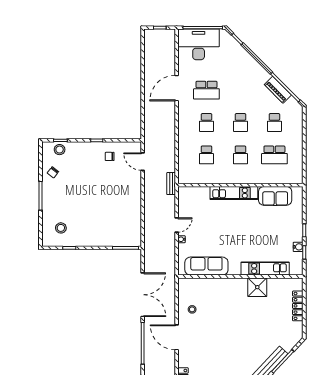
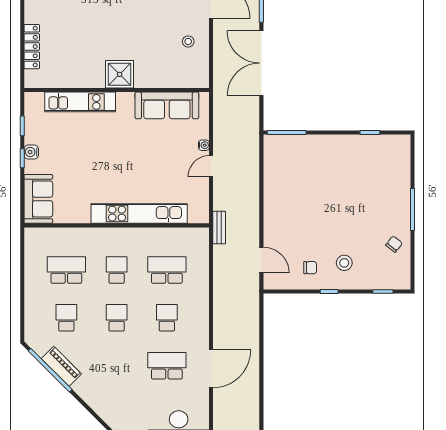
stool: (60, 150) -> (344, 263), moved
school desk: (206, 155) -> (167, 270), width x1.85
kitchen unit: (234, 193) -> (139, 214), width x1.36
sofa: (275, 196) -> (38, 199), moved, turned 90
stool: (61, 228) -> (382, 162), removed
water cooler: (298, 247) -> (31, 152), moved
shower: (257, 287) -> (120, 74), moved

